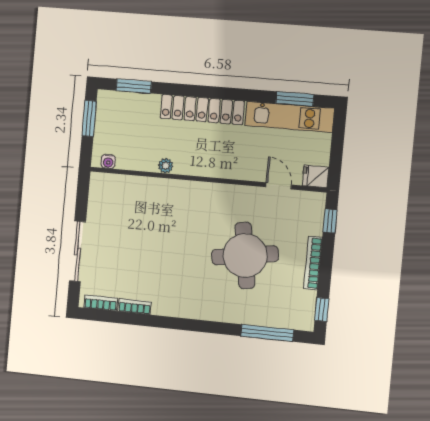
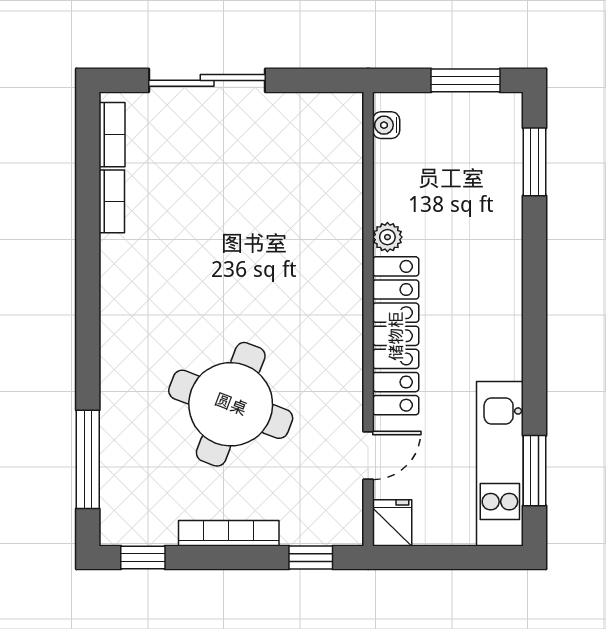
locker: (202, 110) -> (396, 336), moved, turned 180
round table: (245, 255) -> (231, 404), turned 30

